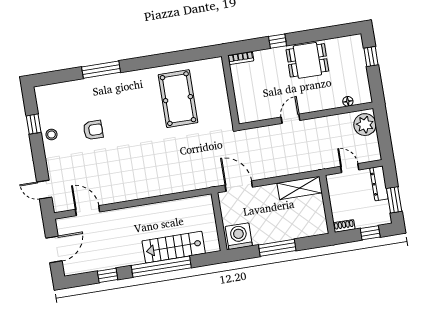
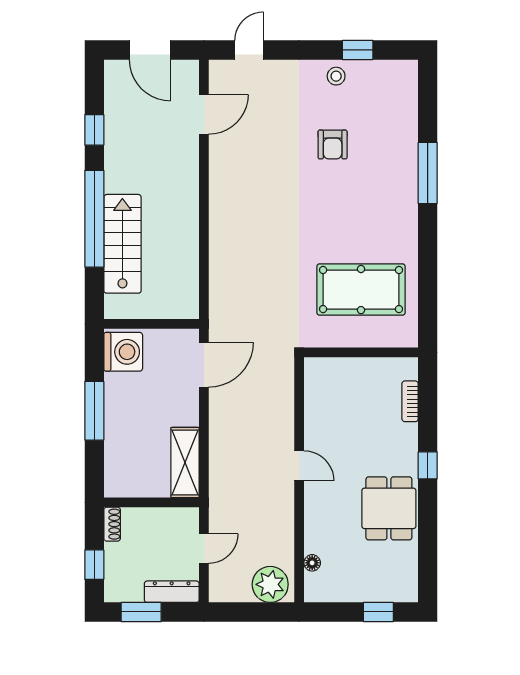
wall: (230, 90) -> (361, 352), moved

